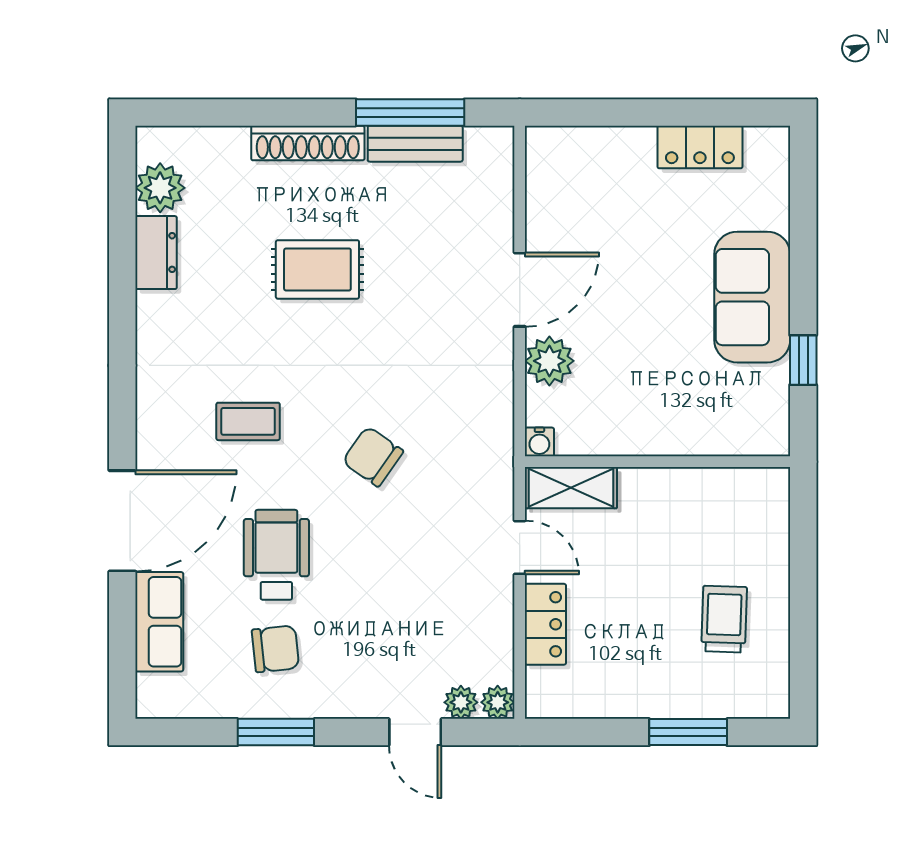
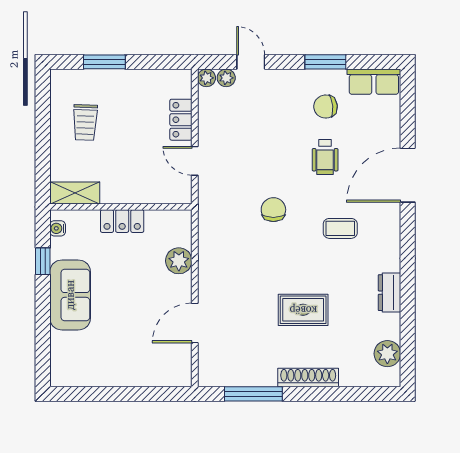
bench: (415, 144) -> (251, 377), removed
locker: (700, 147) -> (122, 221), moved, turned 180
dresser: (156, 253) -> (390, 293), moved
door: (520, 290) -> (195, 323), moved
water cooler: (539, 442) -> (58, 228), moved, turned -90
chair: (373, 456) -> (273, 210), turned -125
shelving: (571, 488) -> (75, 193), moved
wheelchair: (276, 555) -> (325, 157), width x0.73, depth x0.73
row of seats: (159, 622) -> (374, 82), moved, turned -90

